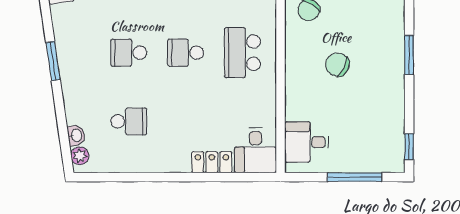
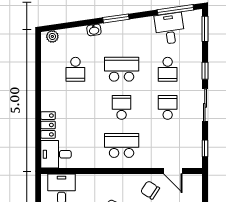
school desk: (129, 53) -> (122, 69), width x1.85
washbasin: (76, 135) -> (94, 30), moved

